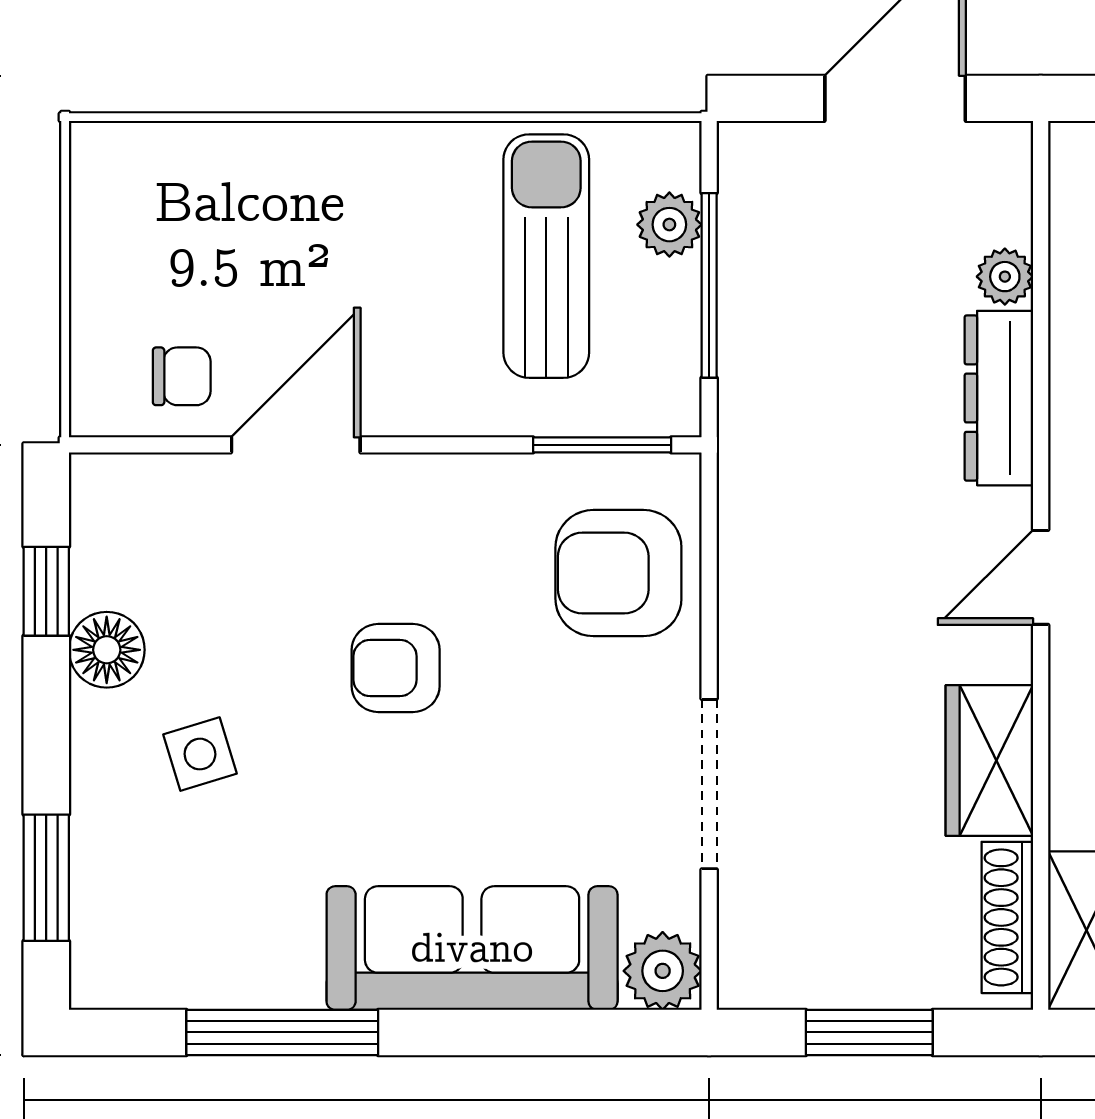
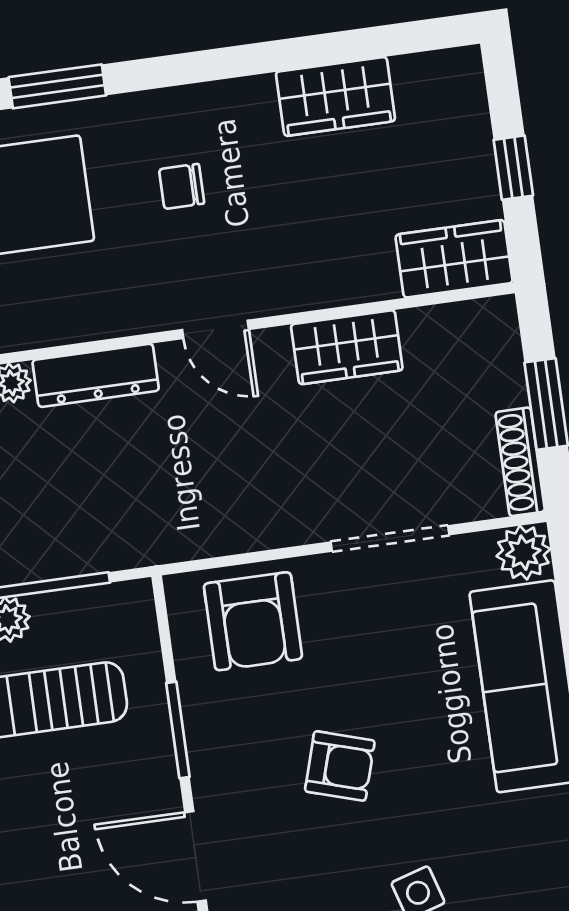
window: (602, 445) -> (178, 730), moved
armchair: (396, 668) -> (340, 766), turned -73
shoe rack: (1007, 917) -> (520, 462), moved, turned 90

